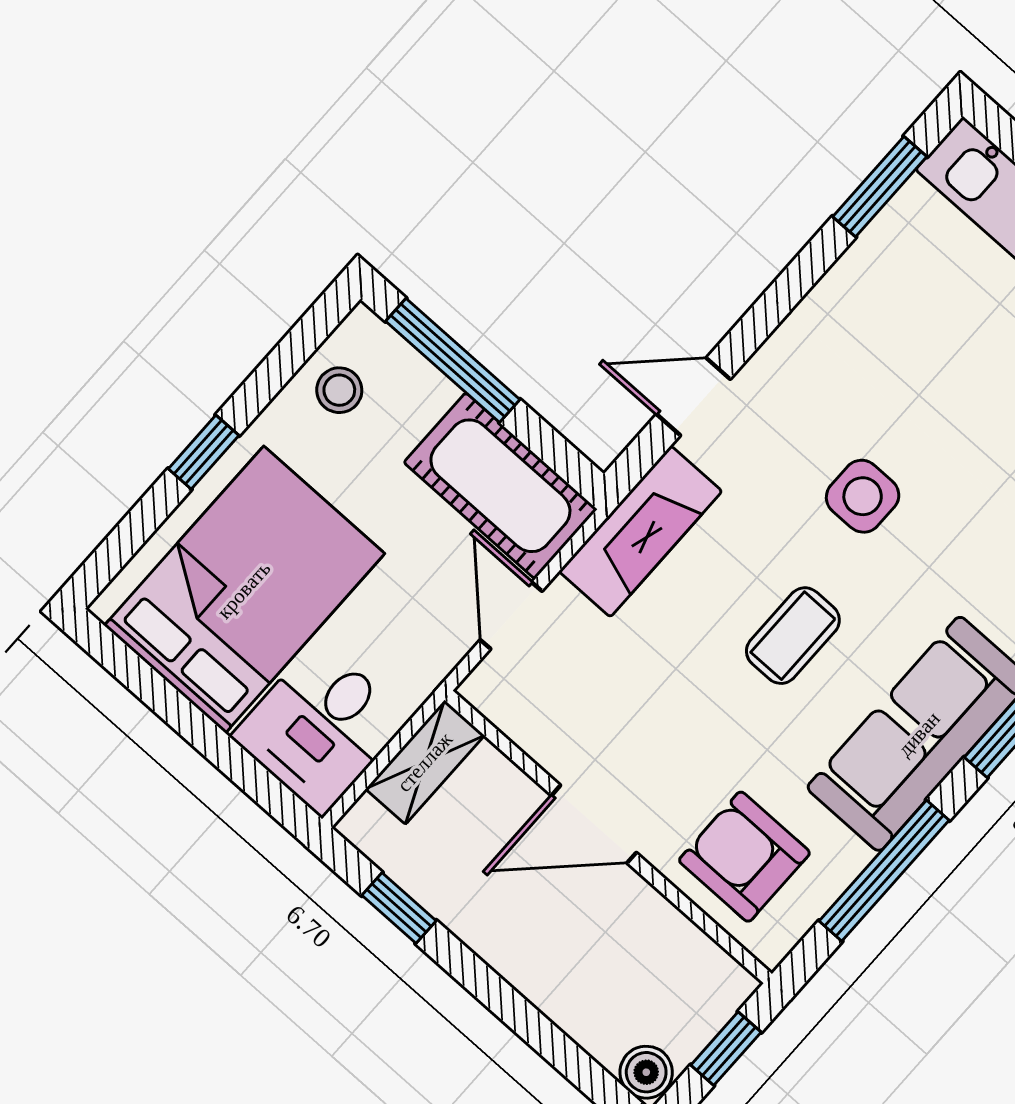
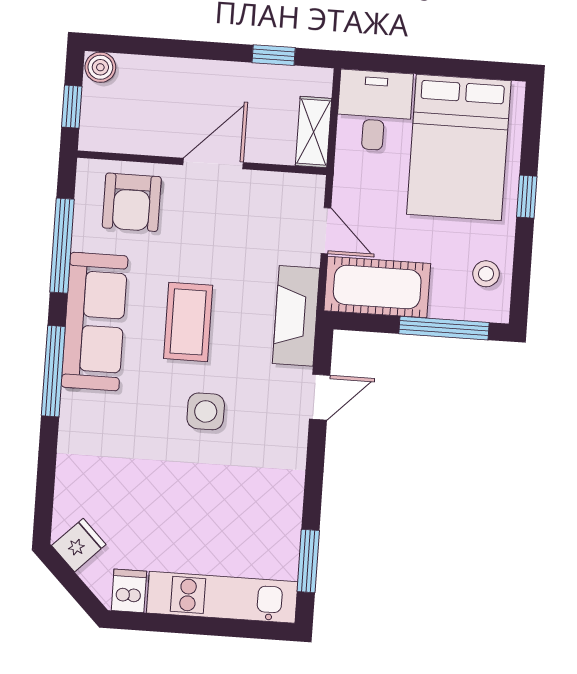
coffee table: (793, 636) -> (188, 322), width x1.36, depth x1.30
armchair: (744, 857) -> (132, 202), turned 90

